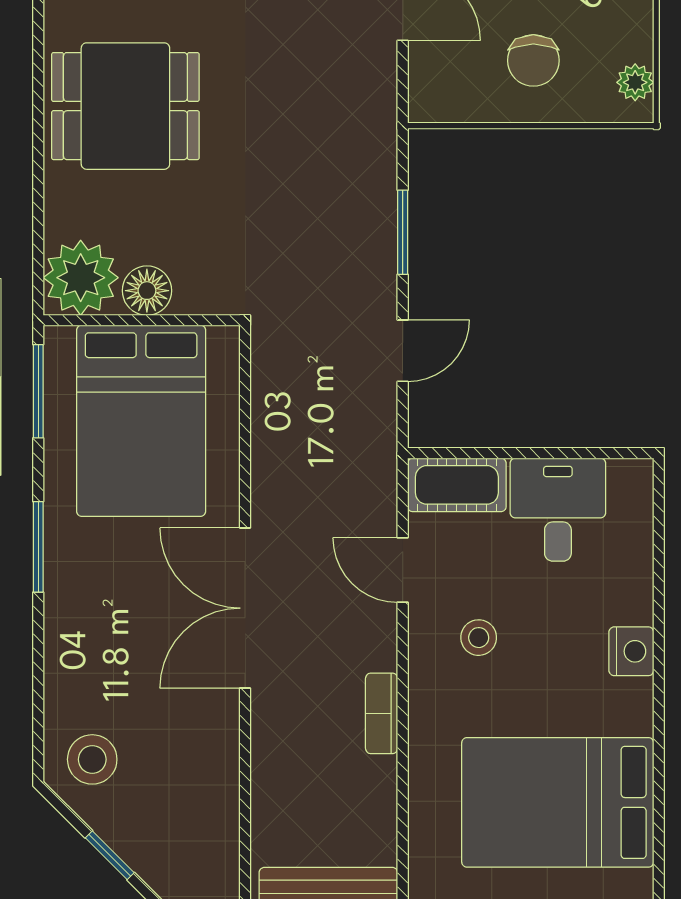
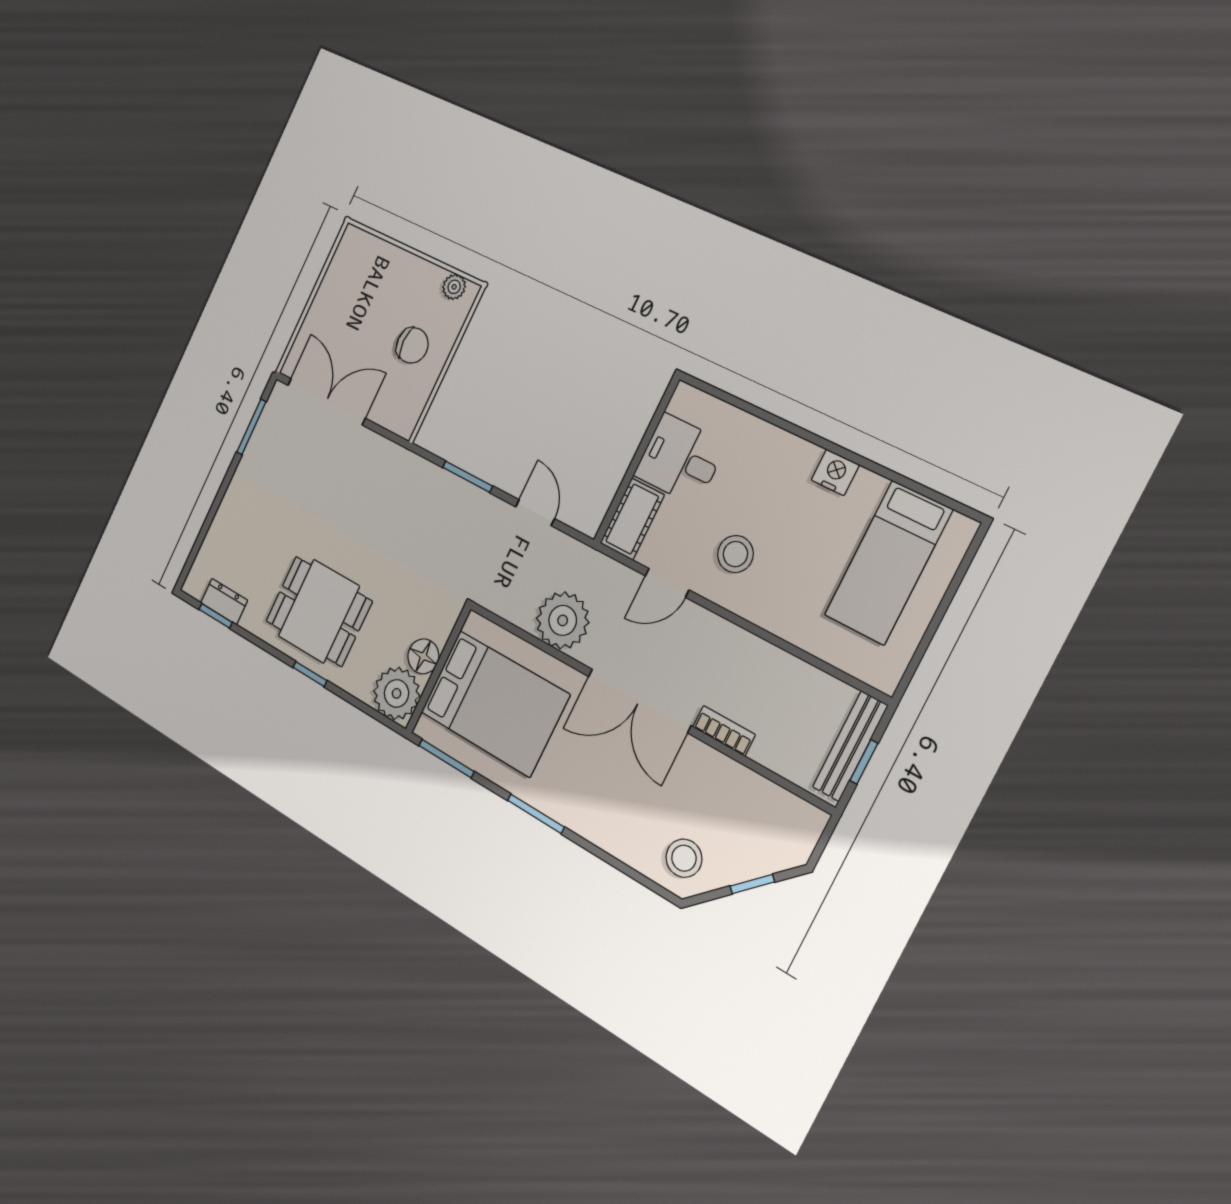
dining table: (125, 106) -> (319, 611), turned 90
window: (38, 137) -> (310, 674), added
plant: (289, 458) -> (563, 620), added
stool: (479, 638) -> (735, 554), width x1.37, depth x1.37
nightstand: (631, 651) -> (835, 472), moved
bookcase: (382, 713) -> (724, 731), moved, turned 180
bed: (558, 802) -> (888, 563), width x0.67

